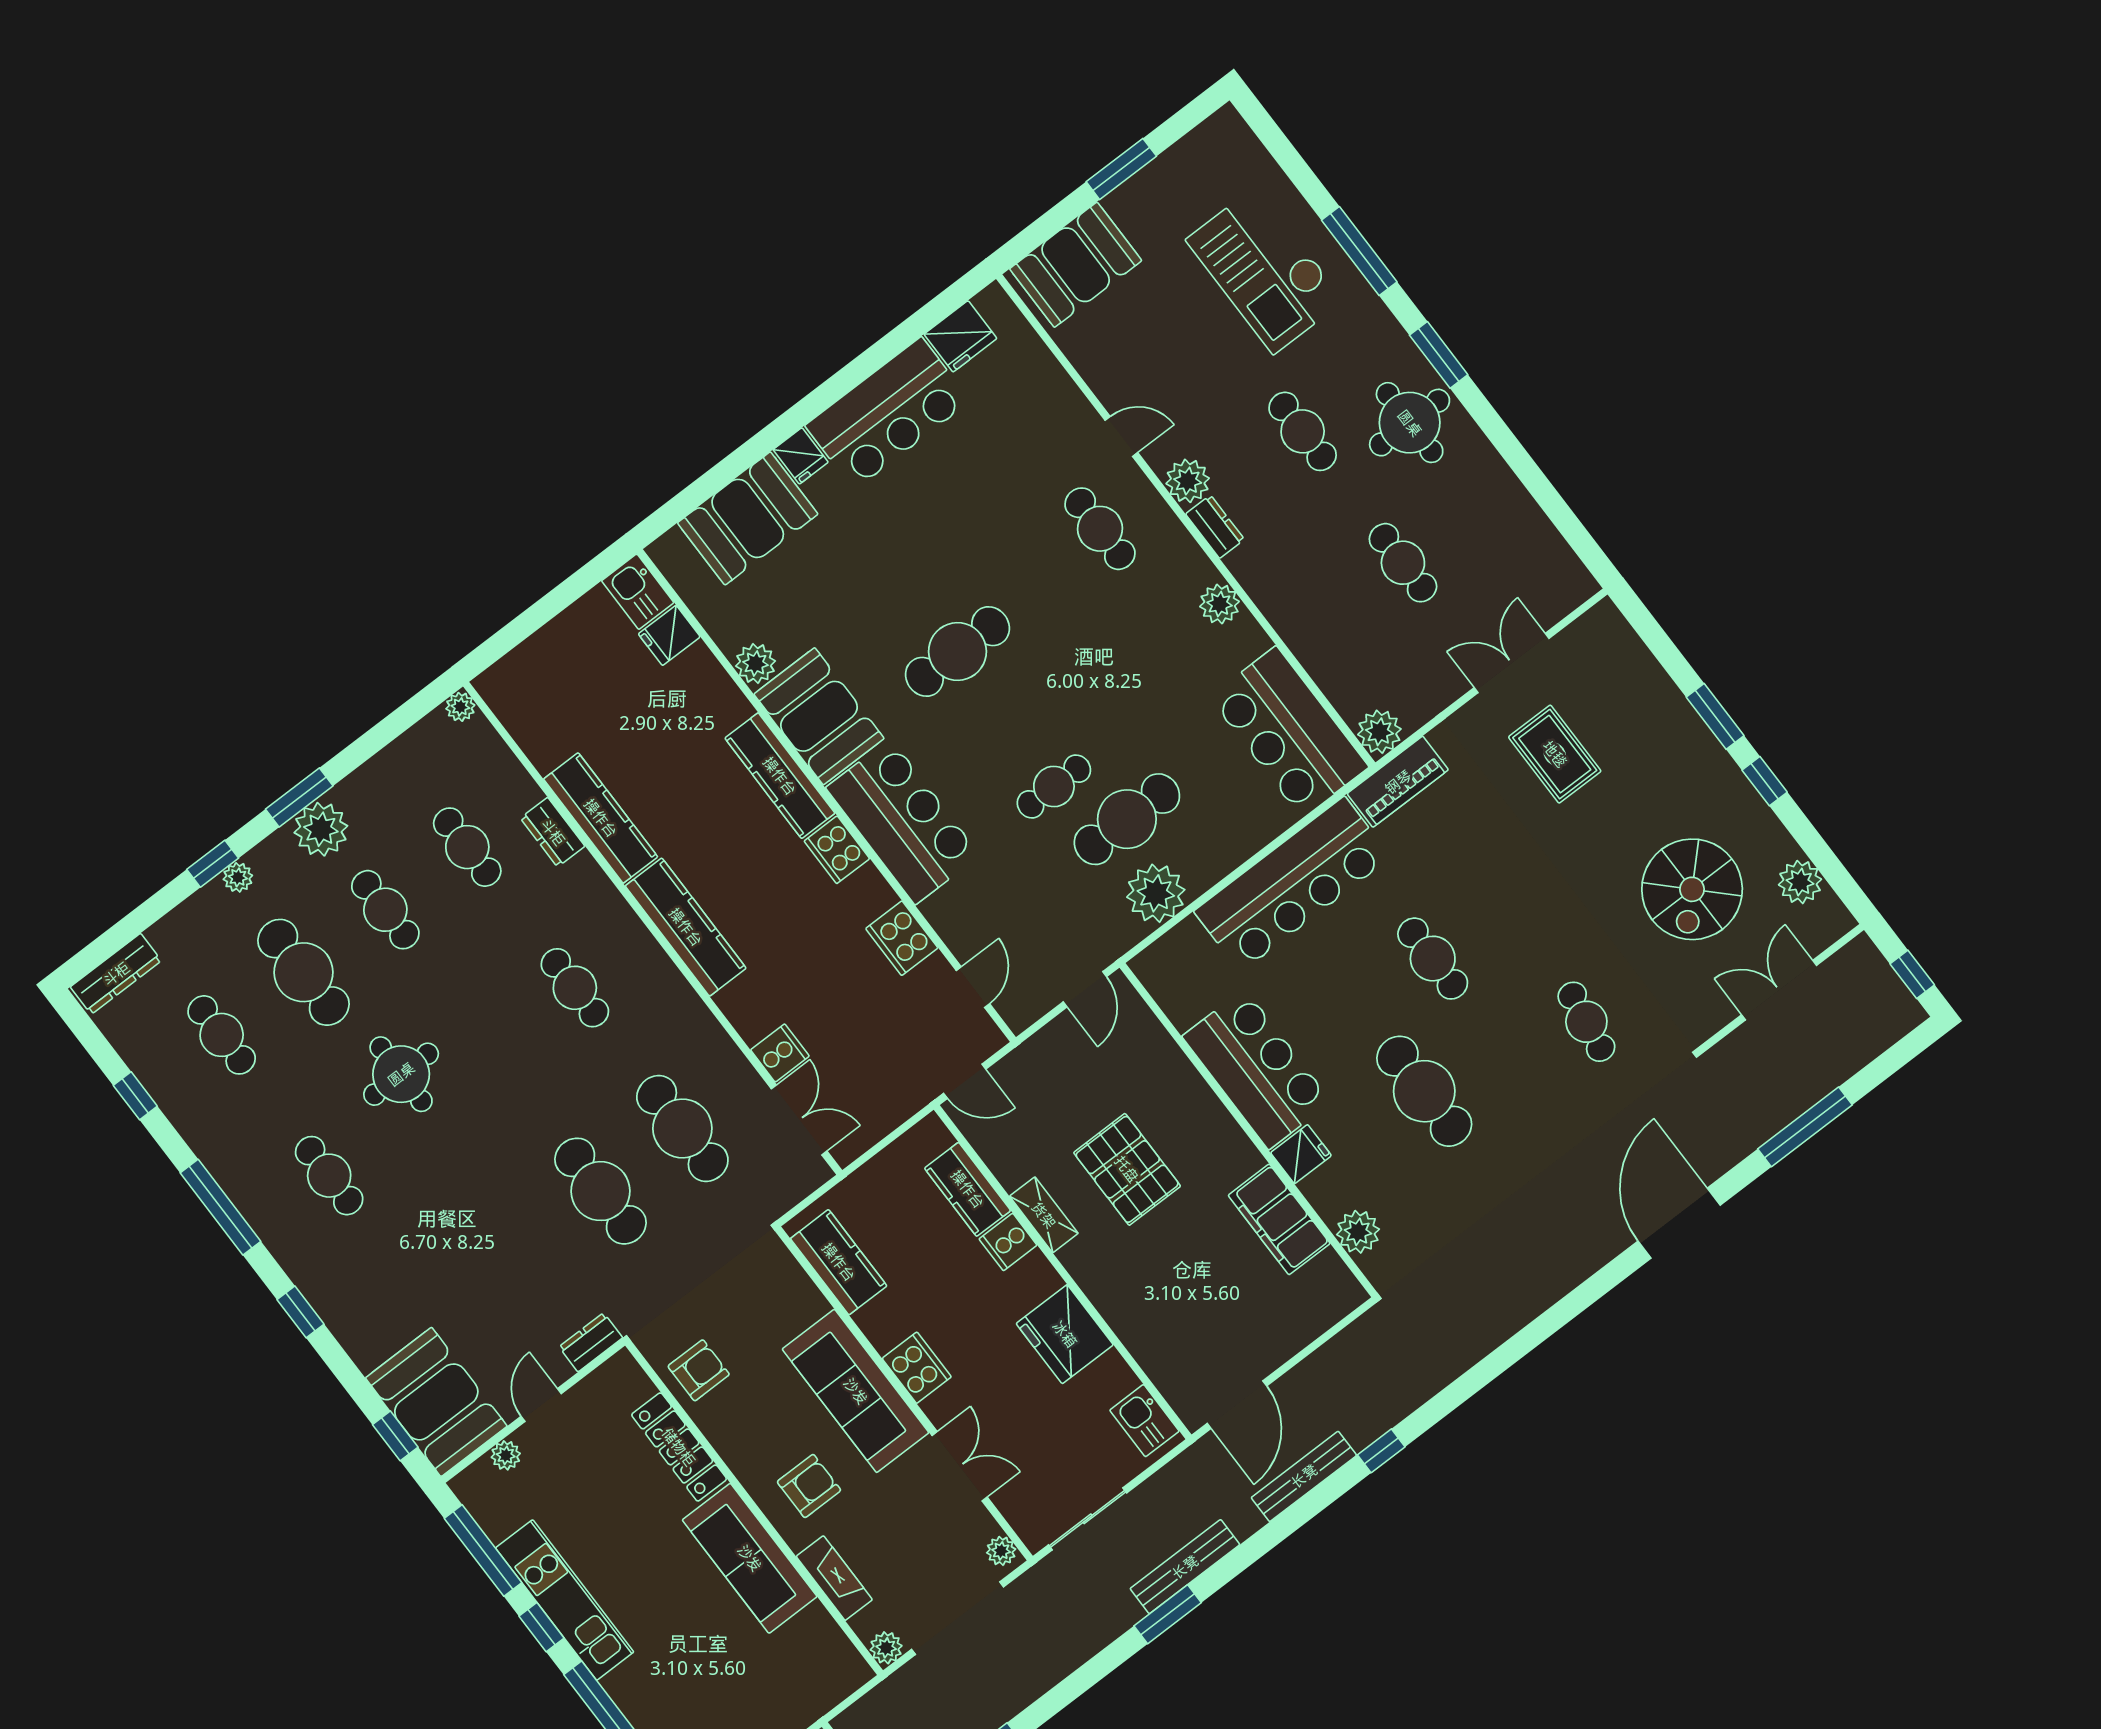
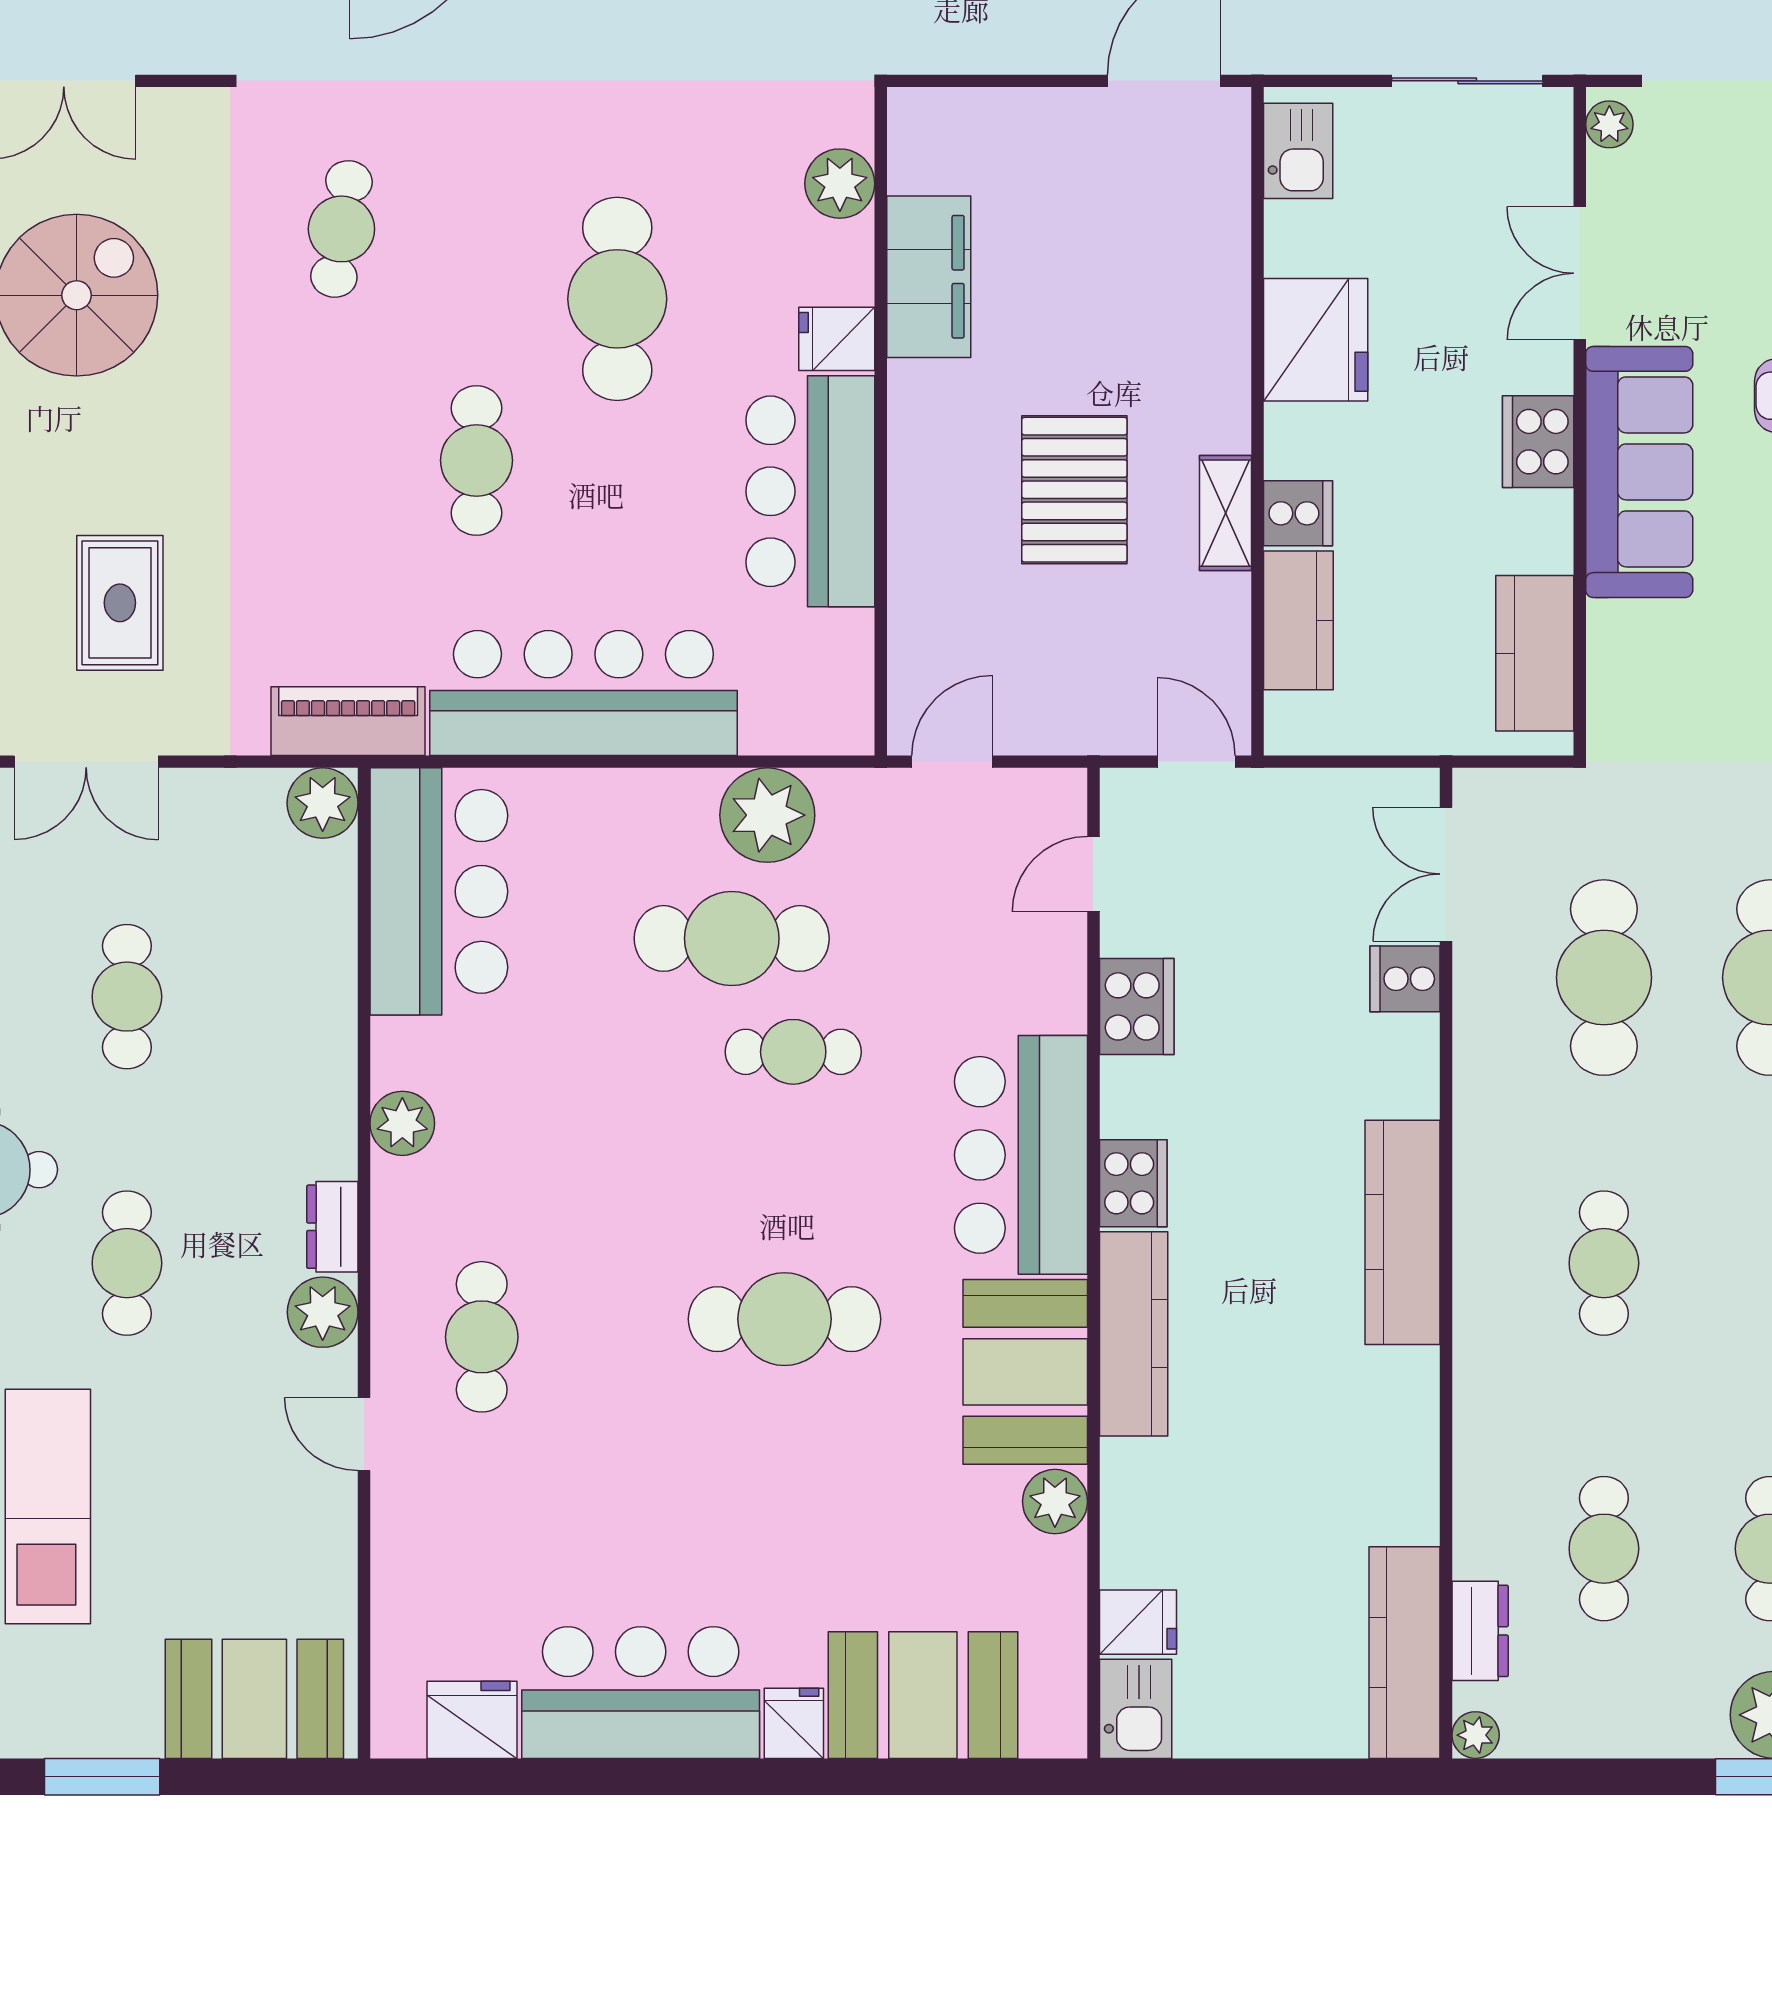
kitchen counter: (601, 818) -> (1405, 1653), moved
dresser: (553, 832) -> (1480, 1631), moved

